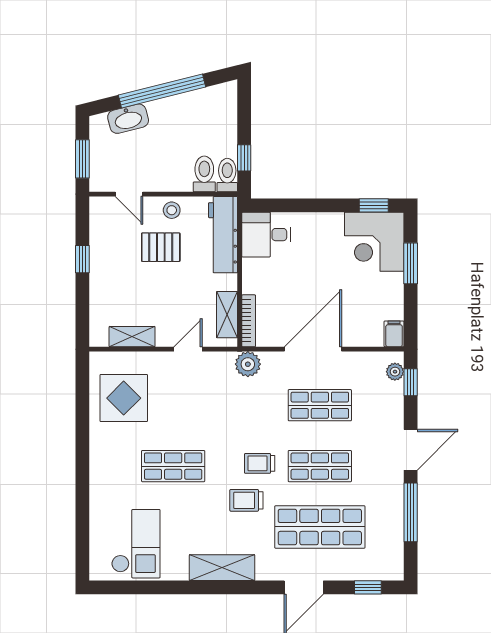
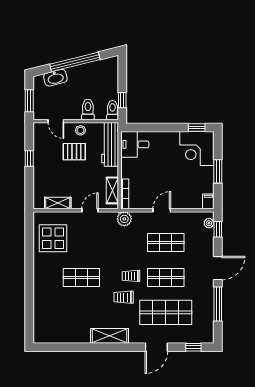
toilet: (204, 174) -> (88, 109), moved
window: (411, 263) -> (218, 171), moved
door: (313, 349) -> (162, 210), width x0.53
checkout: (136, 544) -> (60, 322), removed

